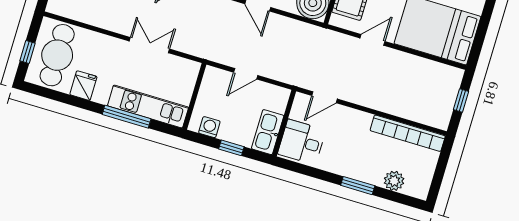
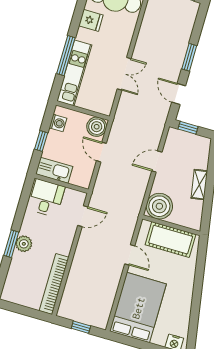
boiler: (214, 79) -> (97, 127), added
door: (324, 97) -> (83, 216), swing flipped
plant: (394, 181) -> (24, 244), moved

